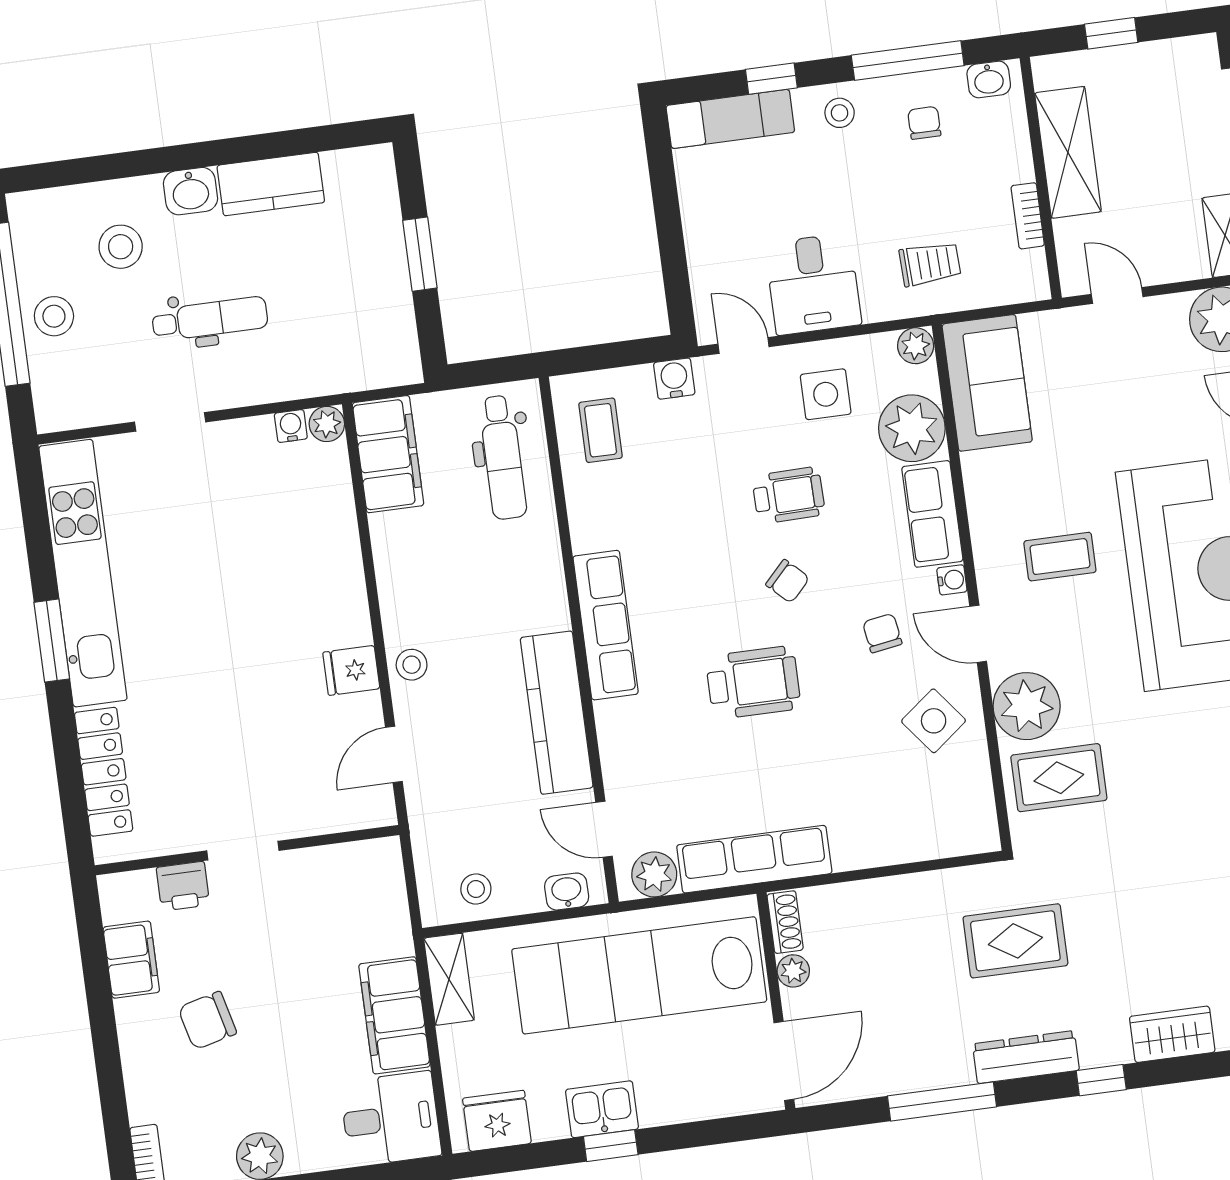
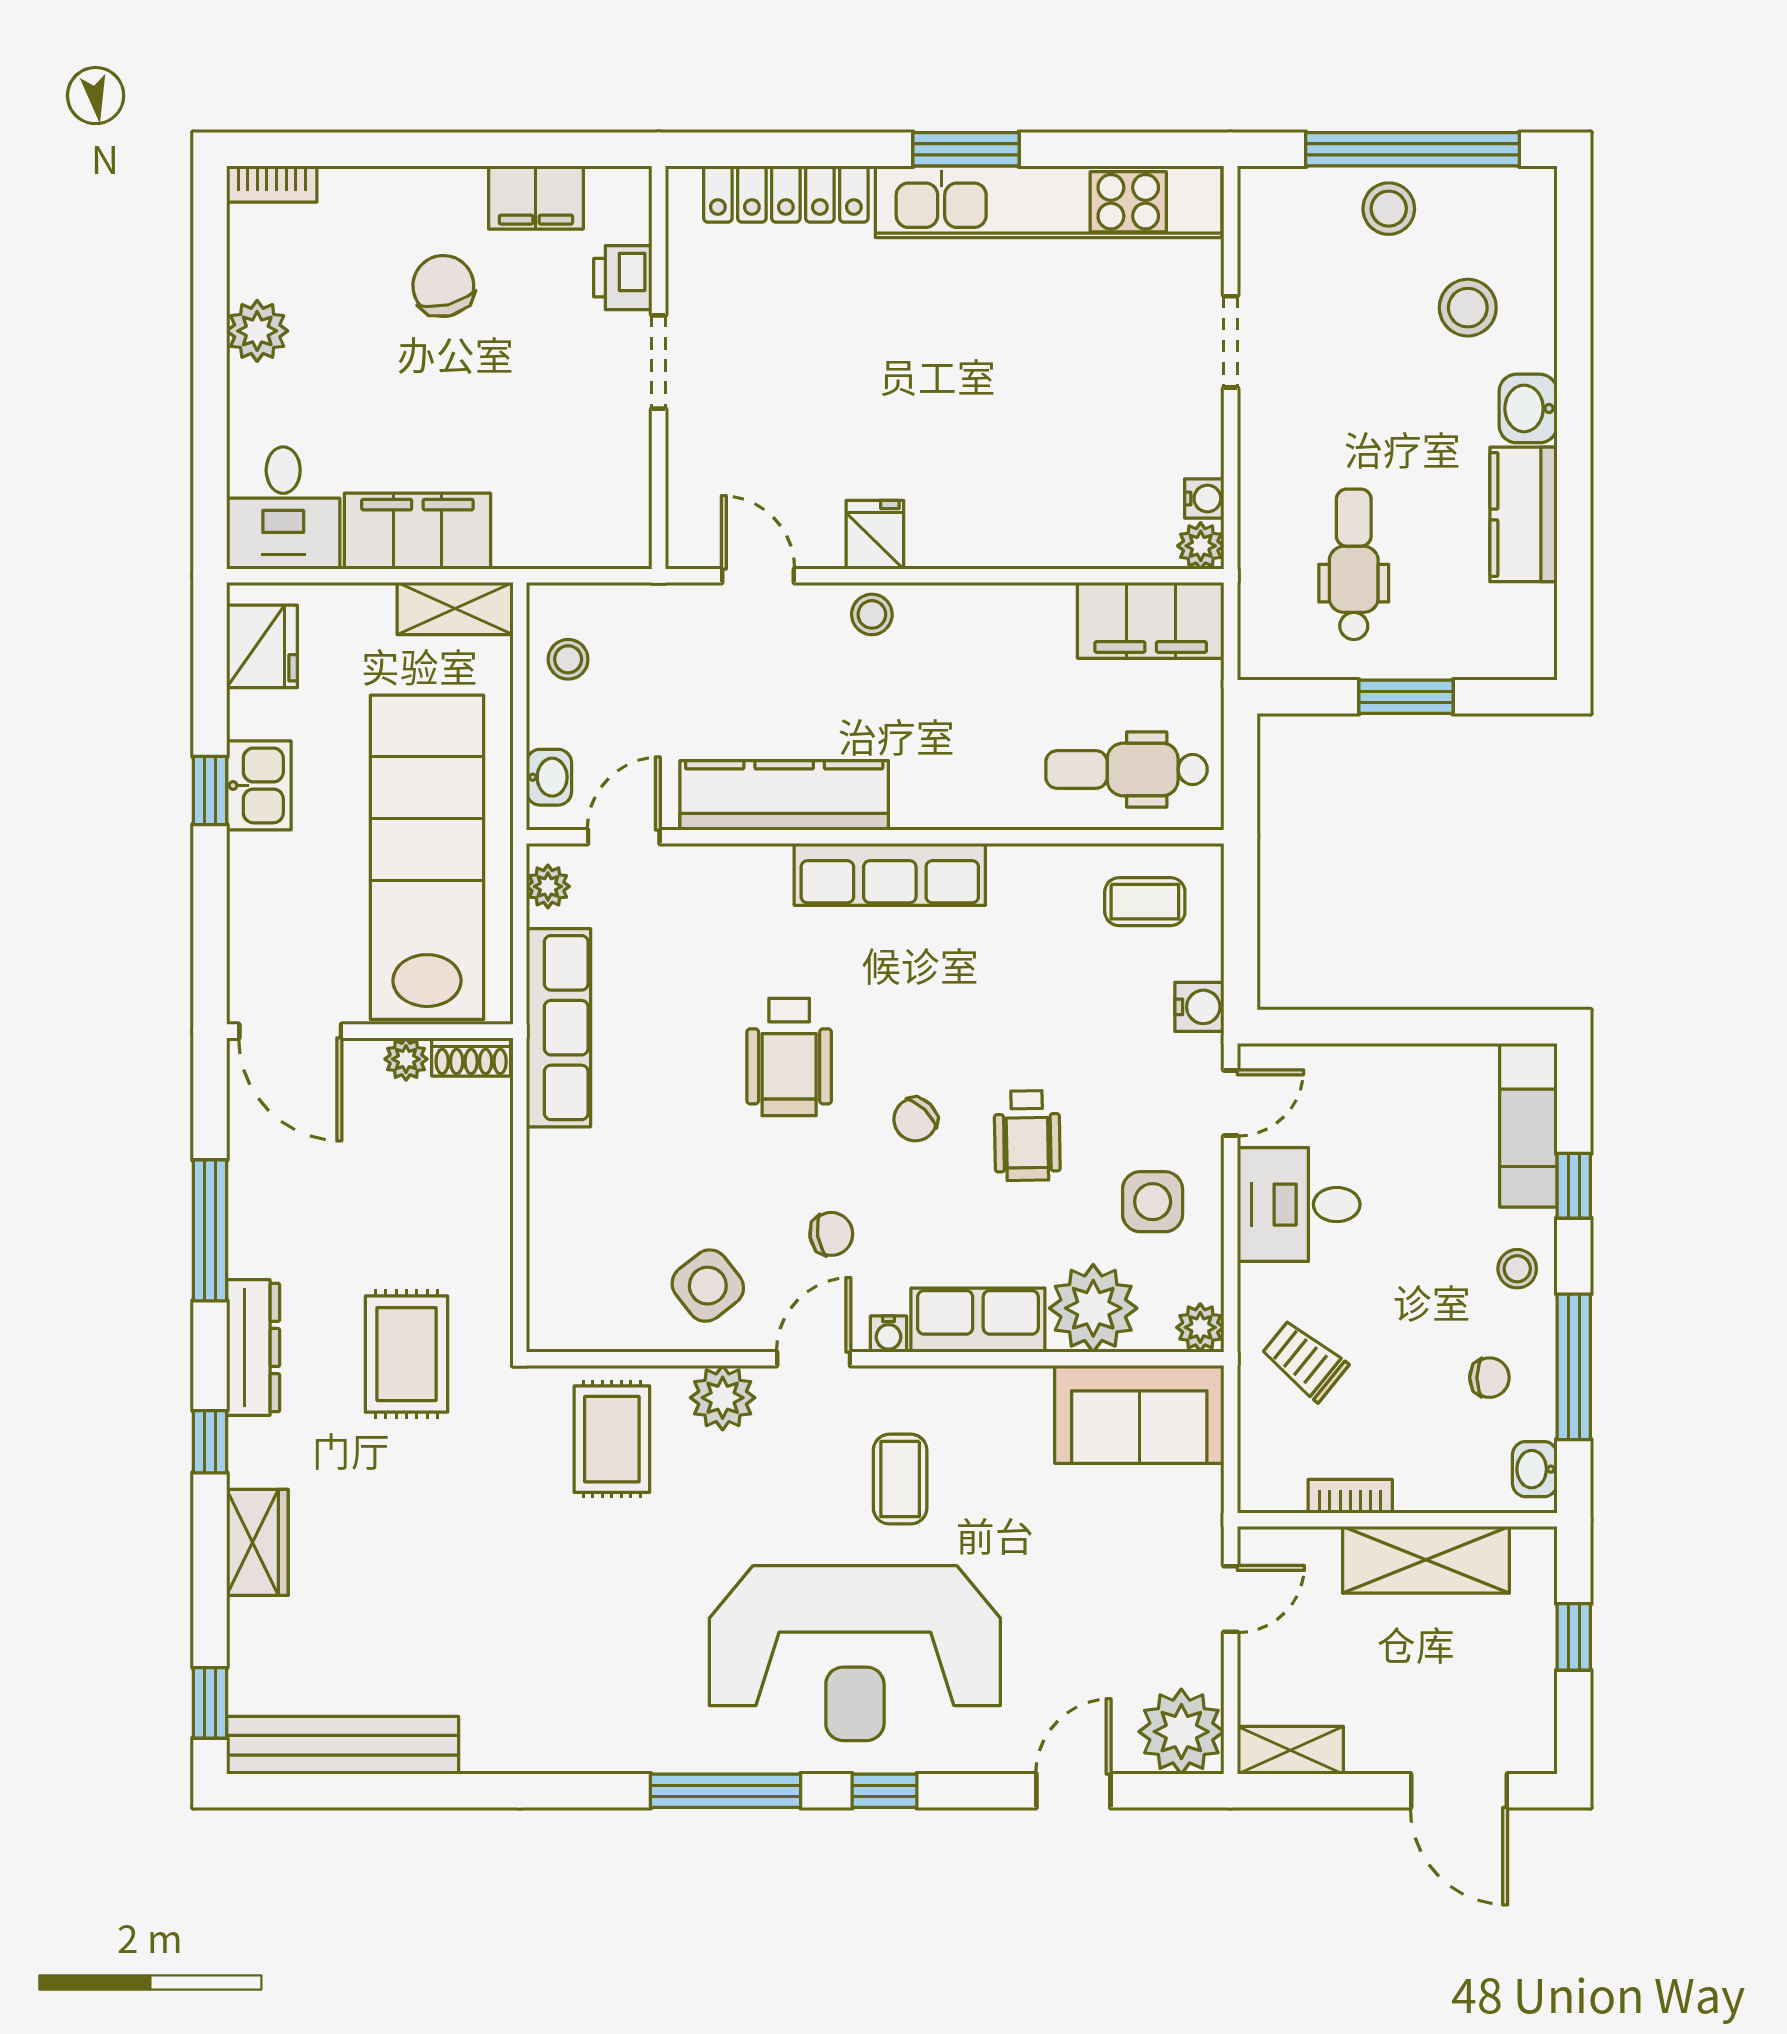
trolley: (930, 264) -> (1305, 1360), turned 131
dental chair: (210, 319) -> (1354, 564), moved, turned 180
plant: (1027, 706) -> (723, 1398), width x0.73, depth x0.73
plant: (654, 874) -> (548, 886), width x0.73, depth x0.73

